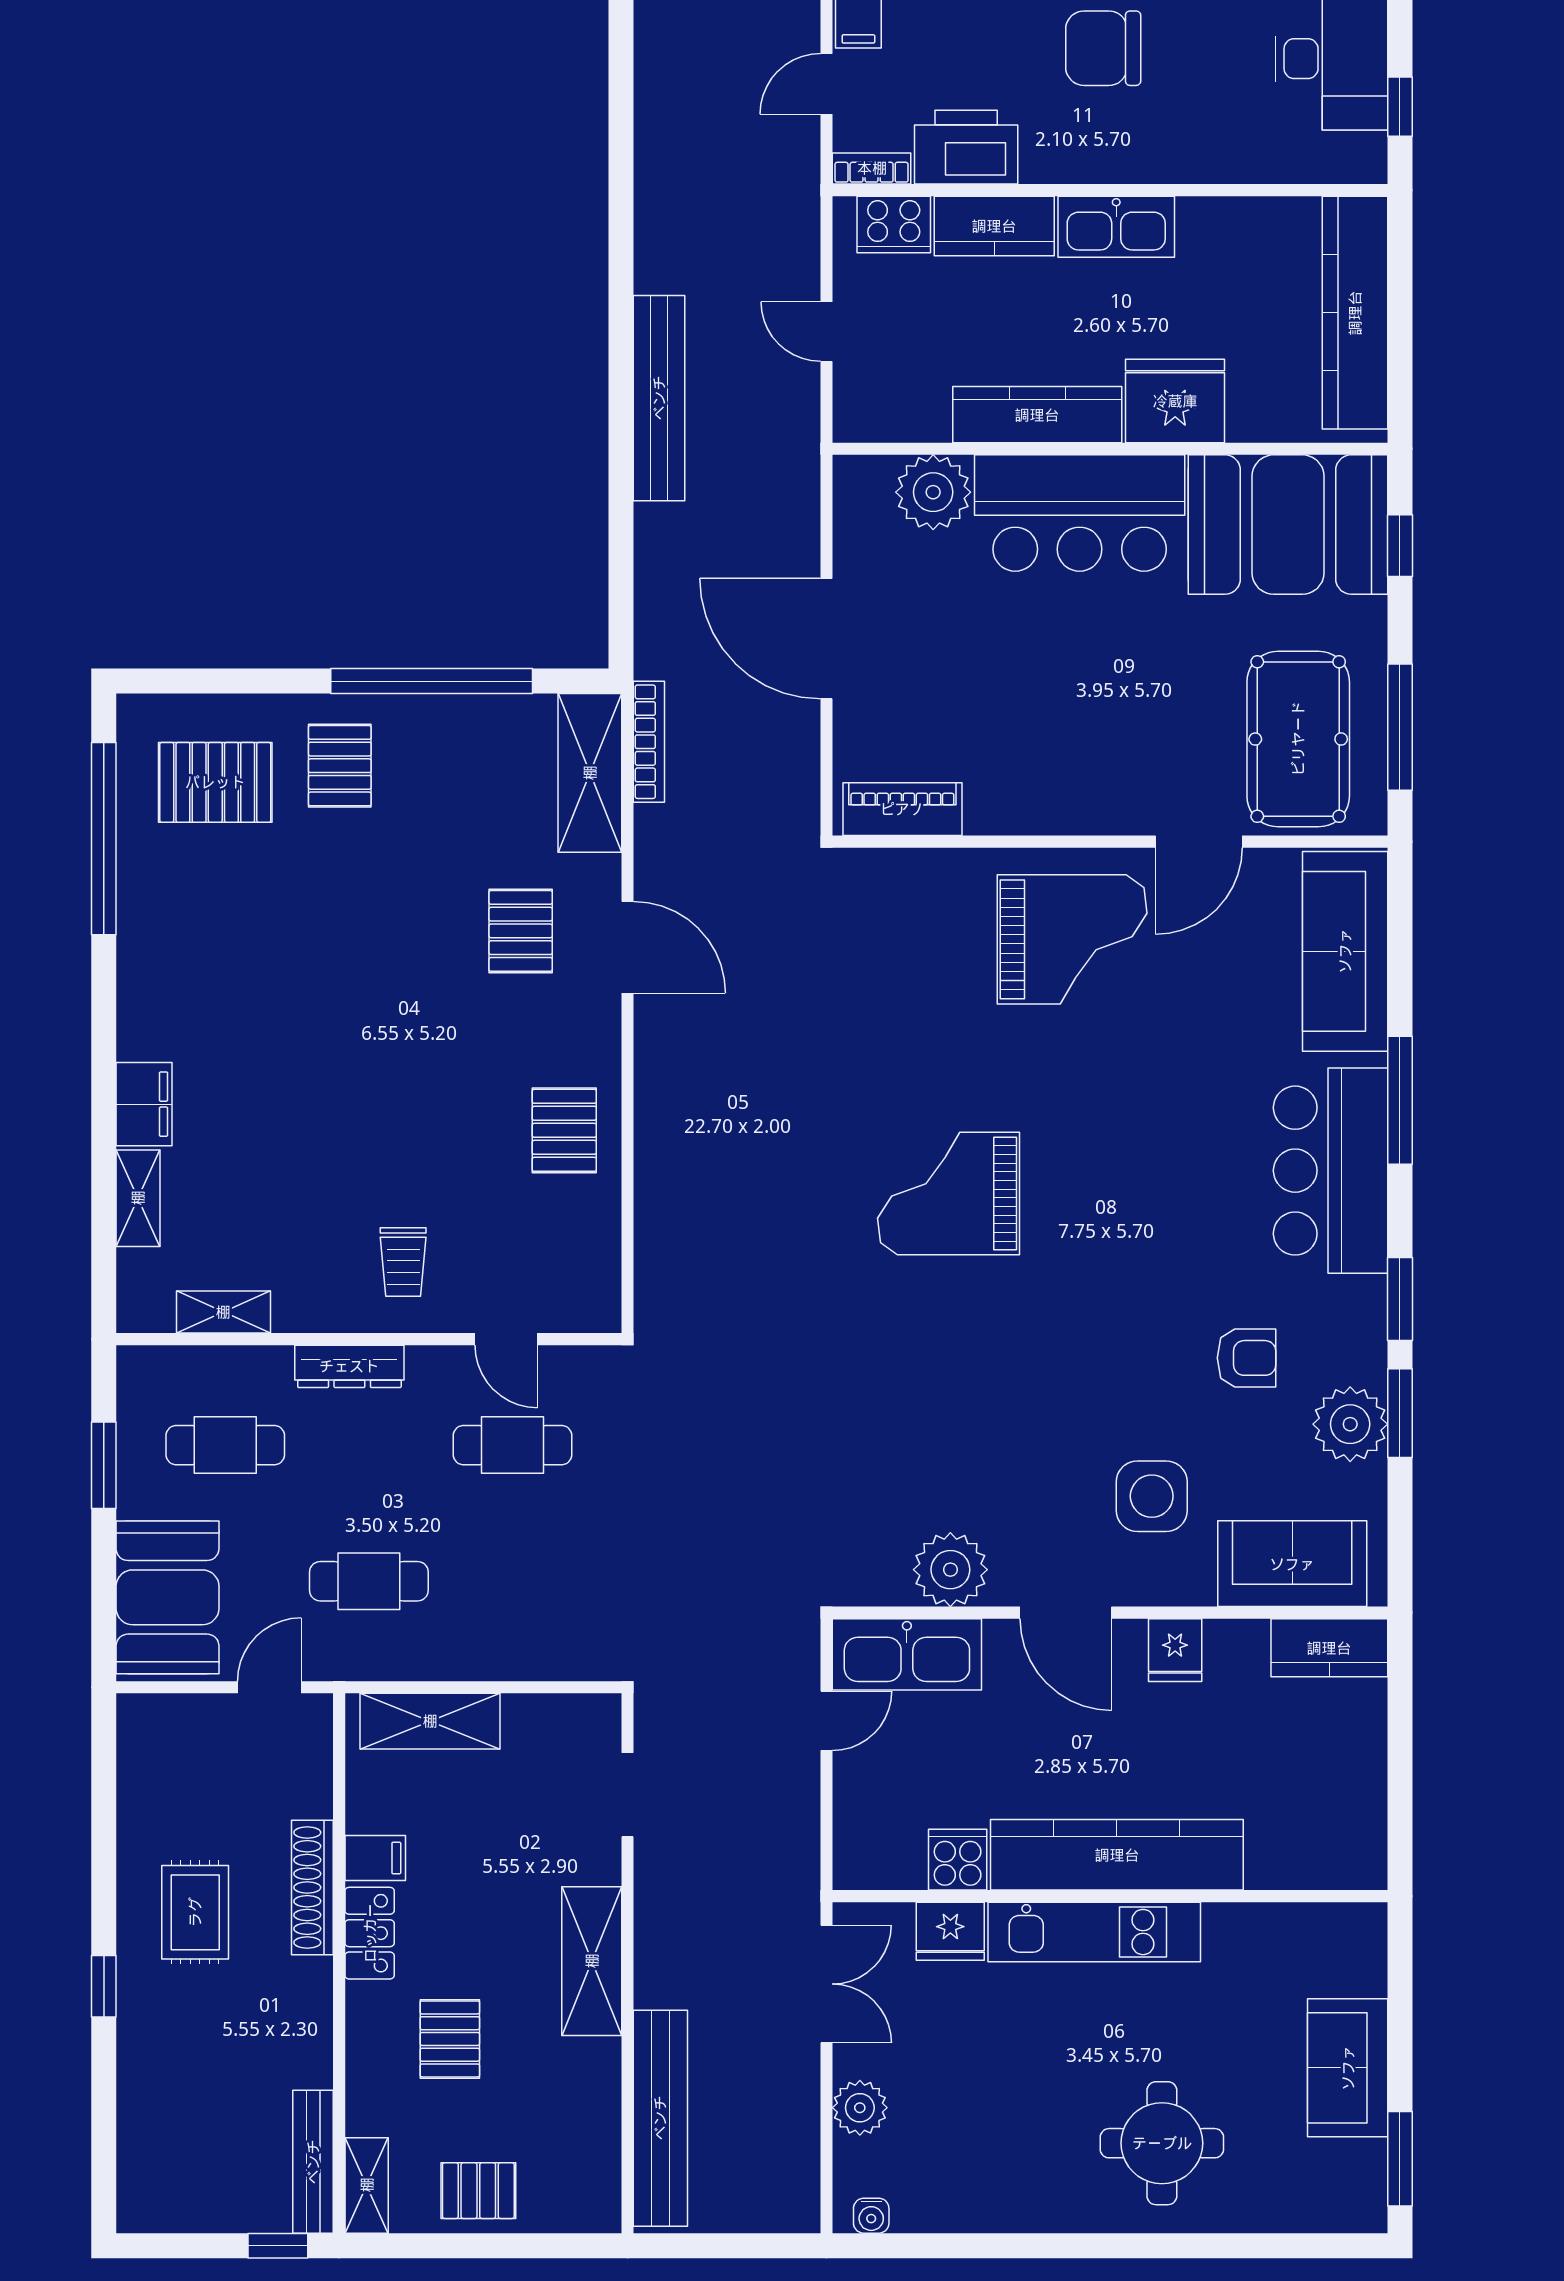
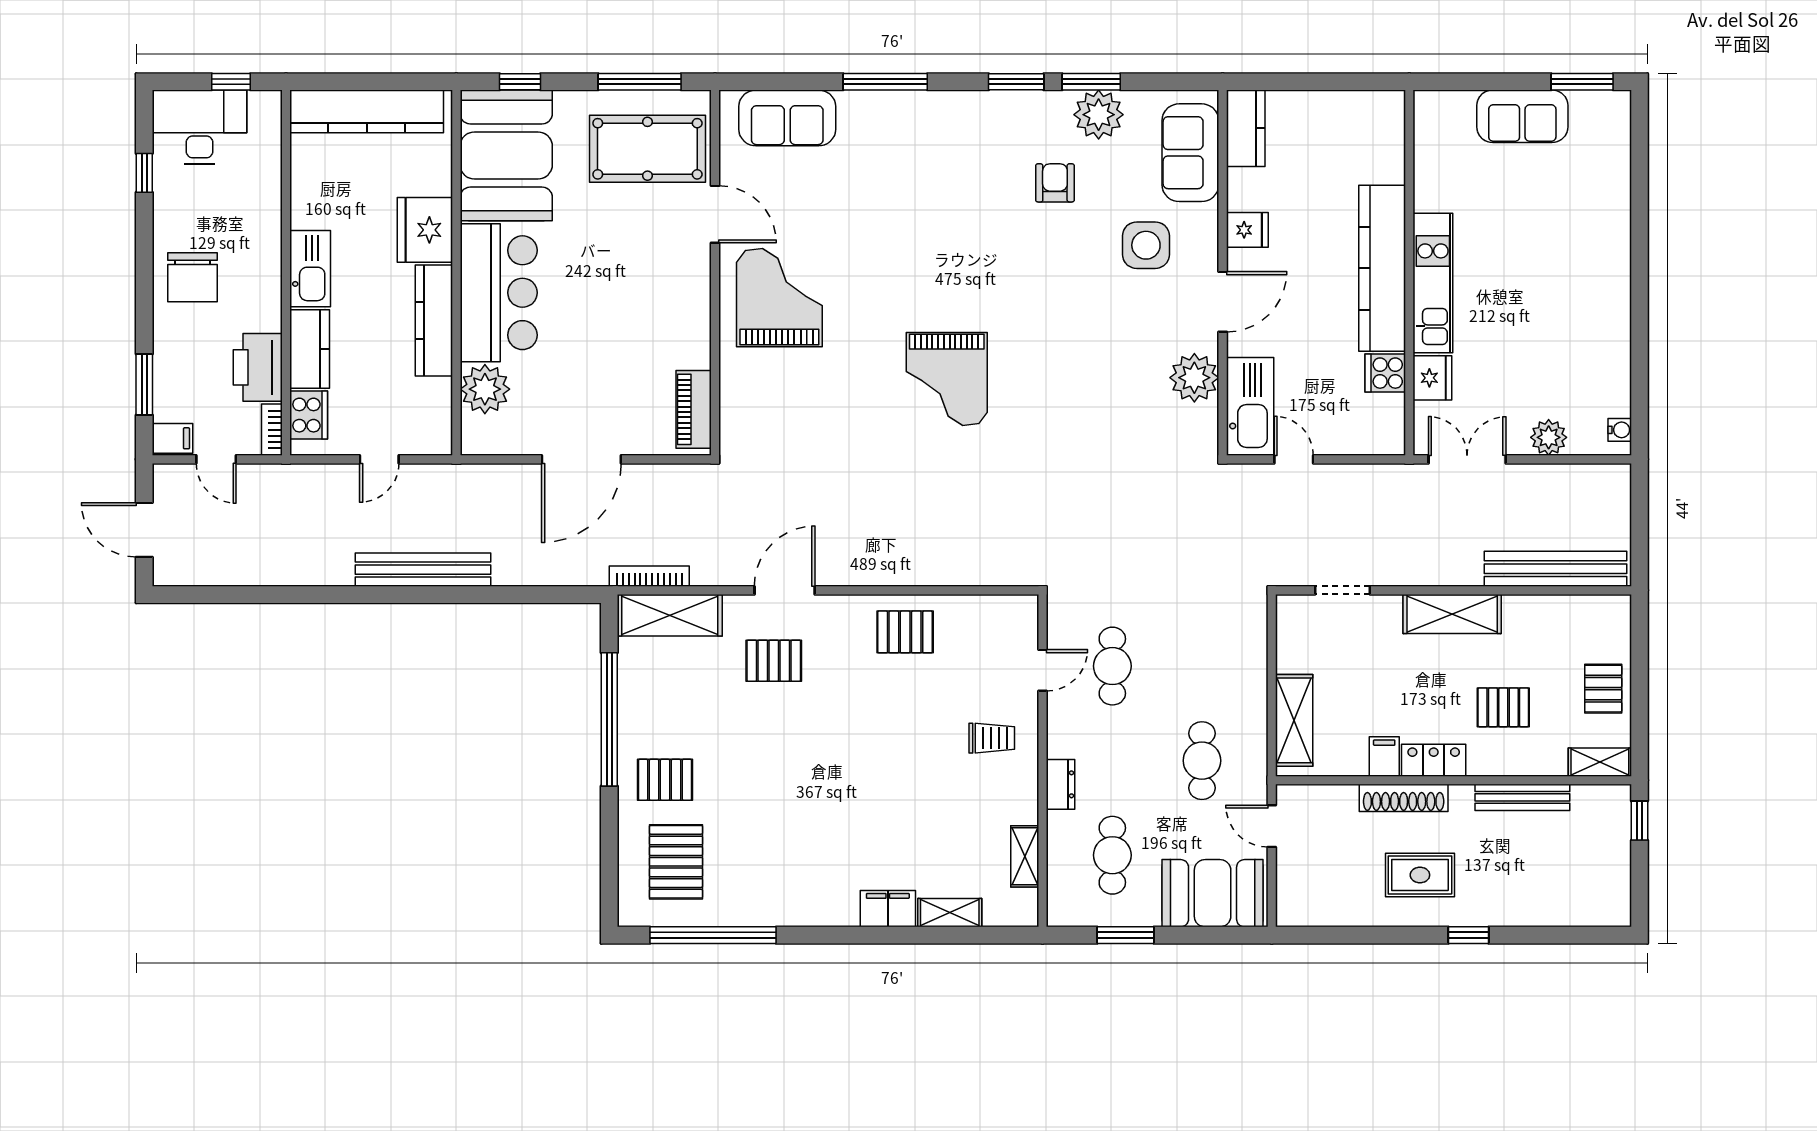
sofa: (1345, 951) -> (787, 118), width x0.73
bar counter: (1331, 1171) -> (932, 127), removed
dresser: (349, 1366) -> (1060, 784), width x0.70
round table: (1162, 2143) -> (1572, 239), removed
bench: (313, 2162) -> (1522, 797), moved

